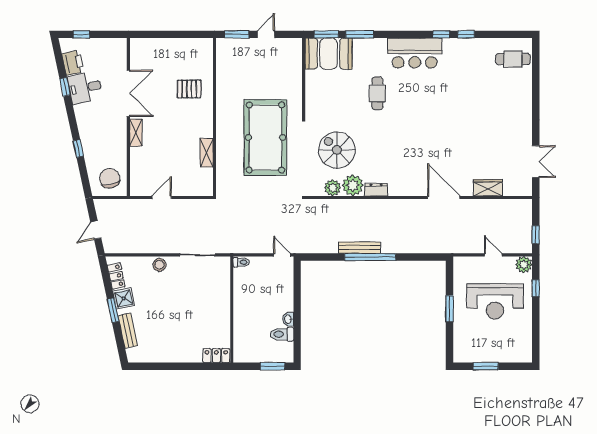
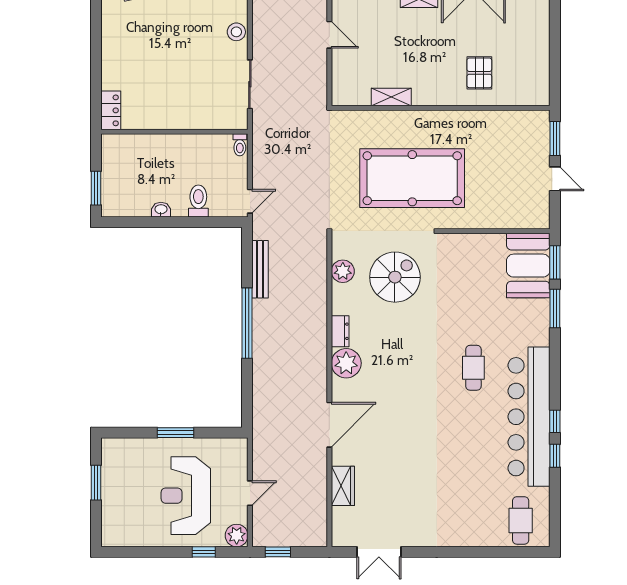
bar counter: (415, 53) -> (529, 417), width x1.86
cafe table: (377, 93) -> (473, 368), moved, turned 90
plant: (353, 185) -> (346, 363), moved
bench: (359, 248) -> (260, 269), moved
toilet: (282, 334) -> (198, 201), moved

